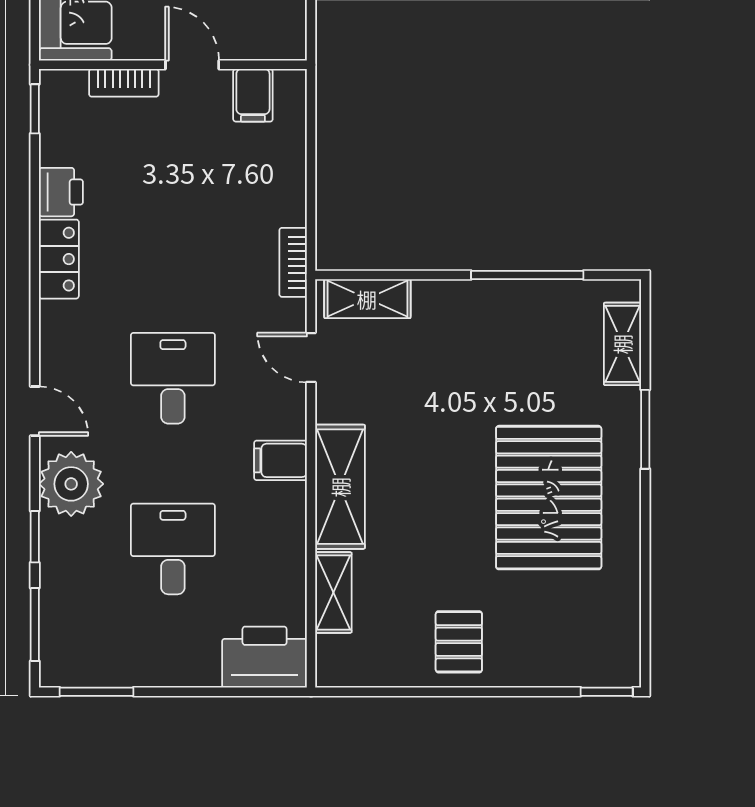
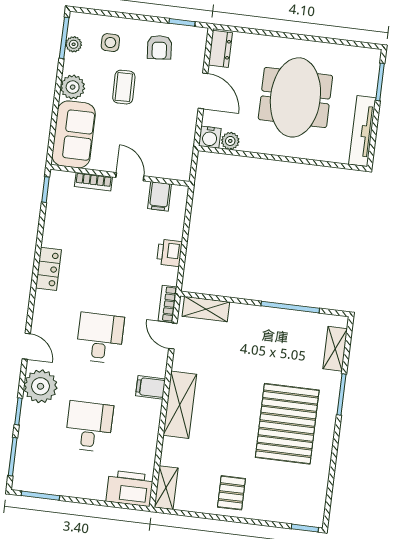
printer: (61, 192) -> (169, 253), moved, turned 180
bookcase: (293, 262) -> (167, 304), moved
shelving: (333, 592) -> (166, 488), moved

